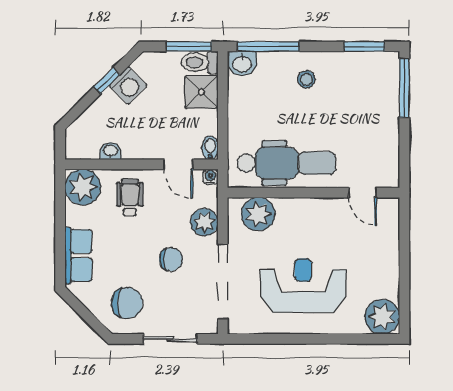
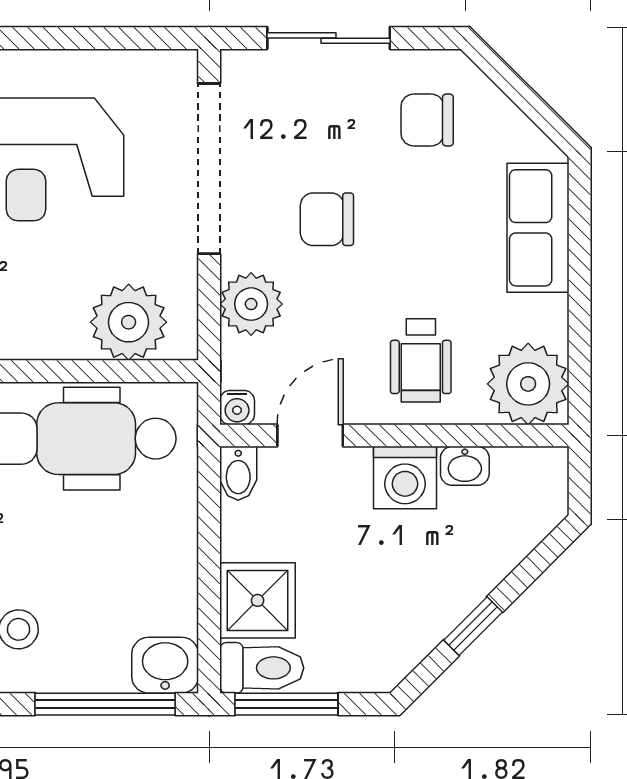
washing machine: (128, 86) -> (405, 478), moved, turned -135
door: (178, 164) -> (310, 435), hinge flipped
chair: (127, 303) -> (427, 120), width x0.73, depth x0.73

